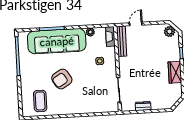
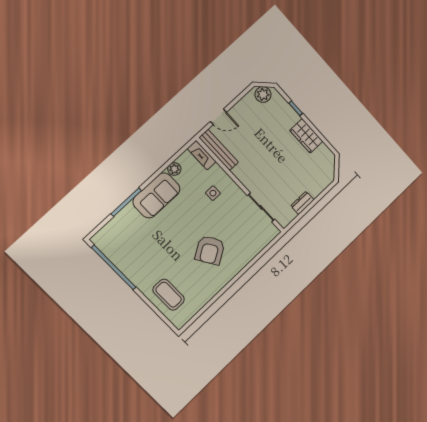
door: (136, 24) -> (218, 117), swing flipped
sofa: (57, 41) -> (156, 195), width x0.54, depth x0.79
armchair: (62, 79) -> (210, 250), moved
coffee table: (40, 101) -> (169, 295), moved

